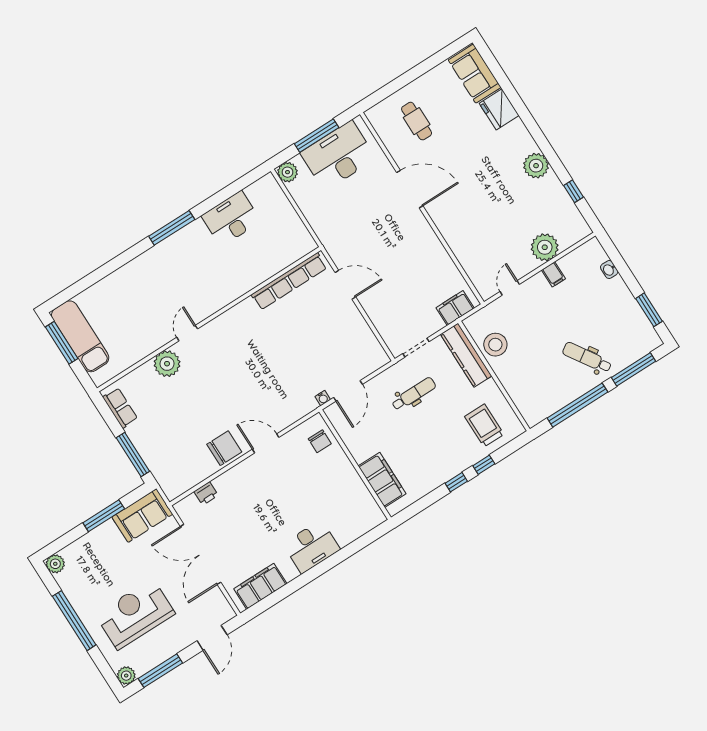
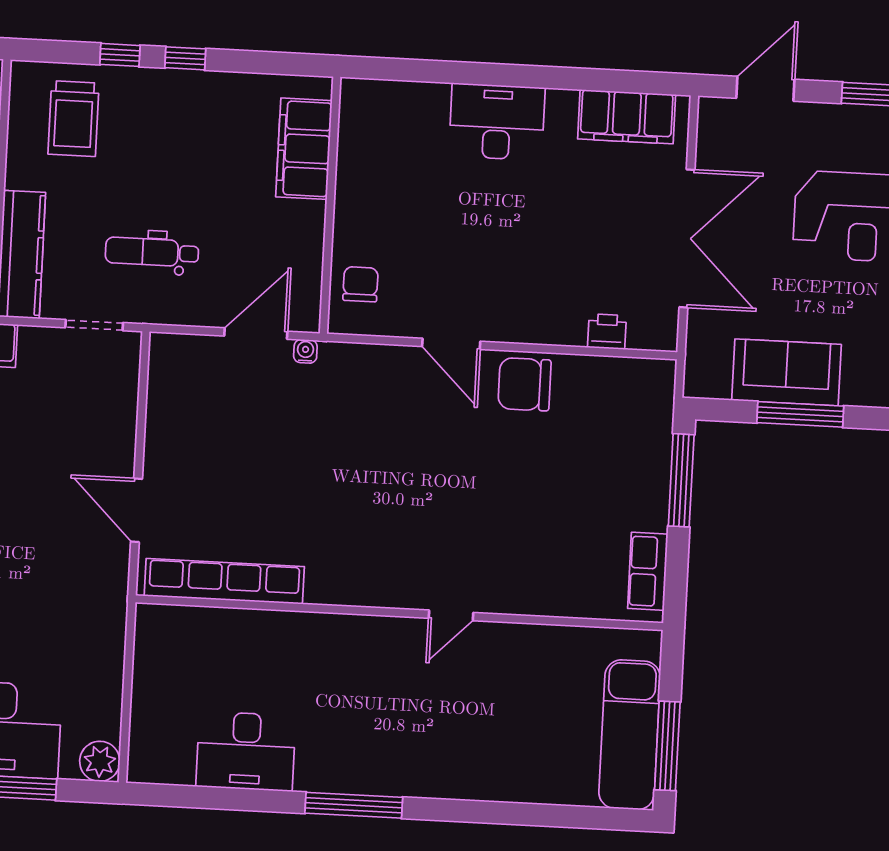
plant: (167, 364) -> (520, 589), removed
sofa: (142, 516) -> (786, 372), moved

